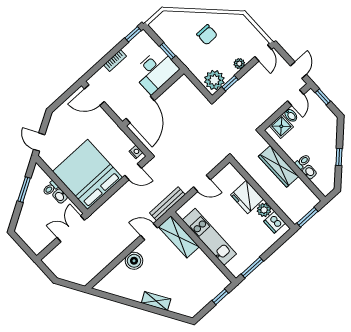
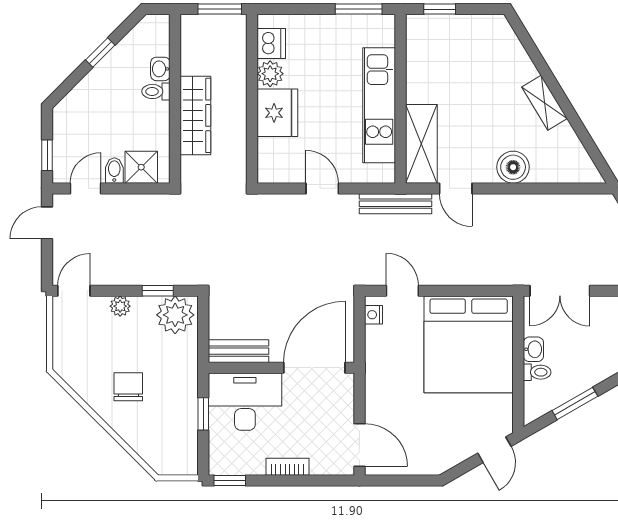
bench: (176, 89) -> (238, 351), added
shelving: (156, 301) -> (545, 103), moved

